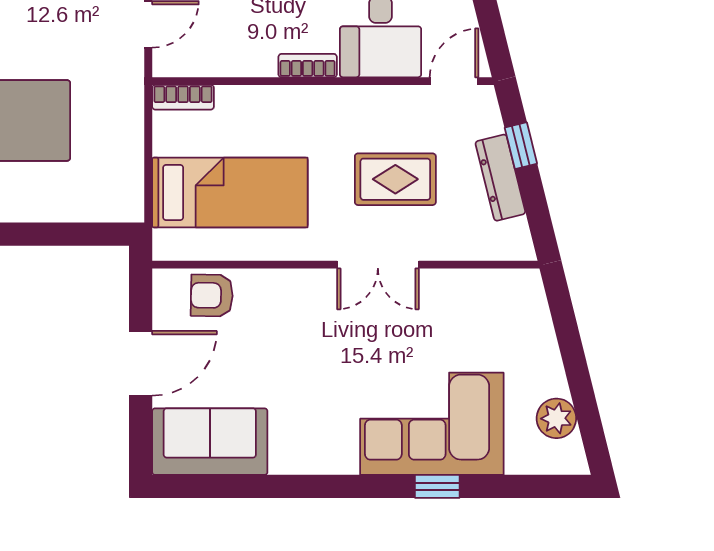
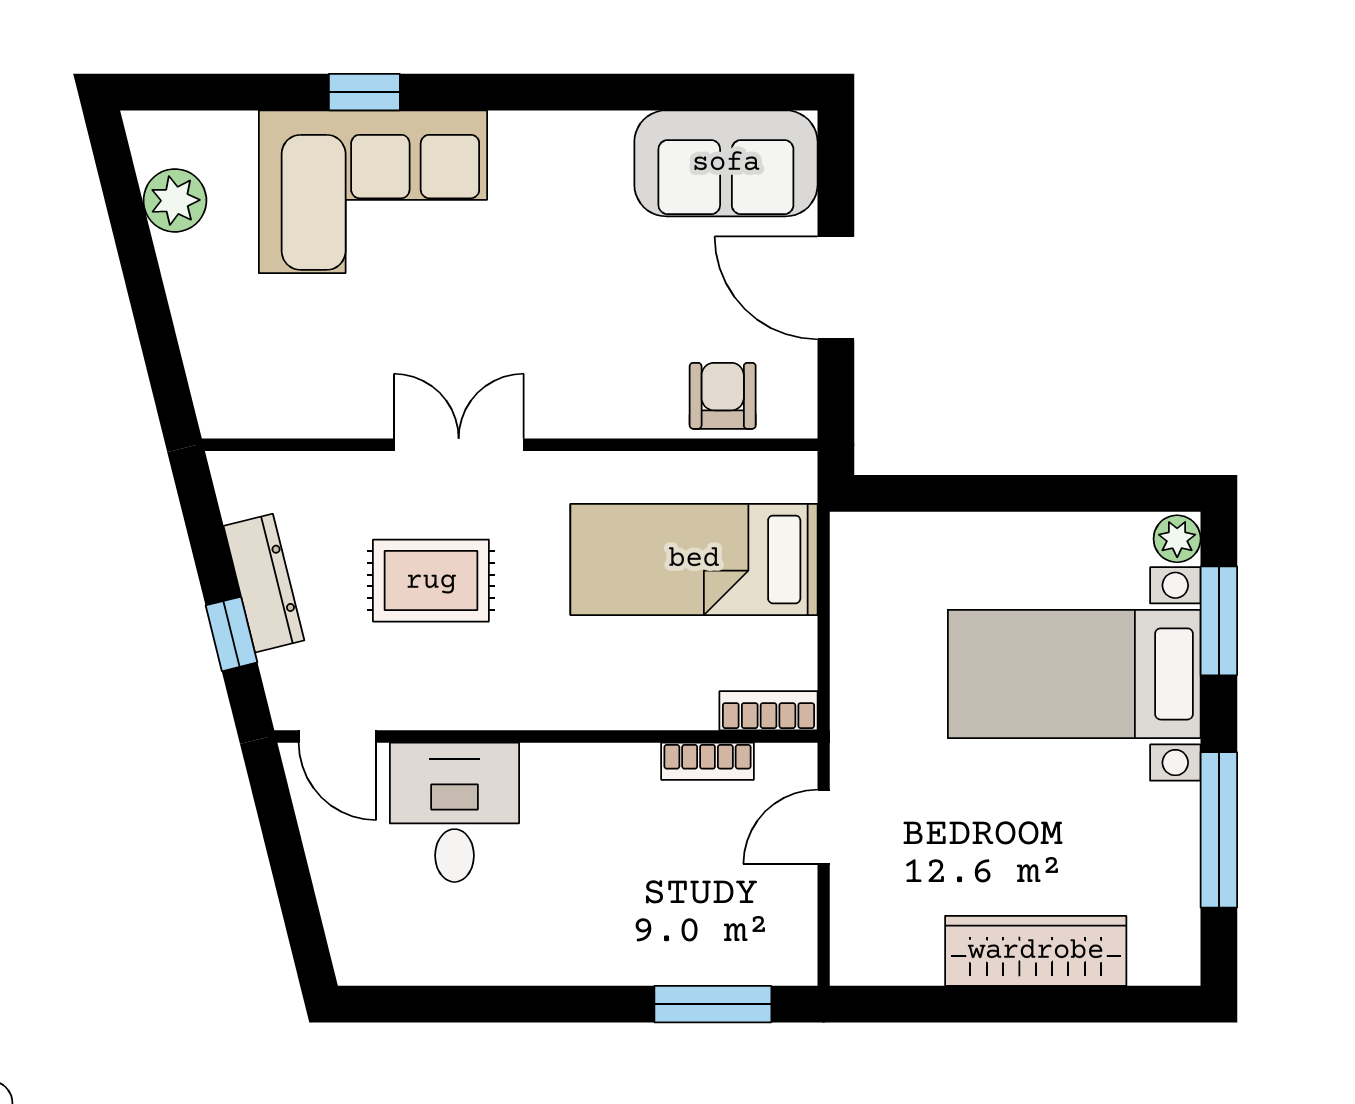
bookcase: (308, 66) -> (708, 761), moved
door: (454, 81) -> (337, 737), hinge flipped
armchair: (212, 295) -> (723, 396), turned -91
door: (141, 363) -> (836, 288), hinge flipped

